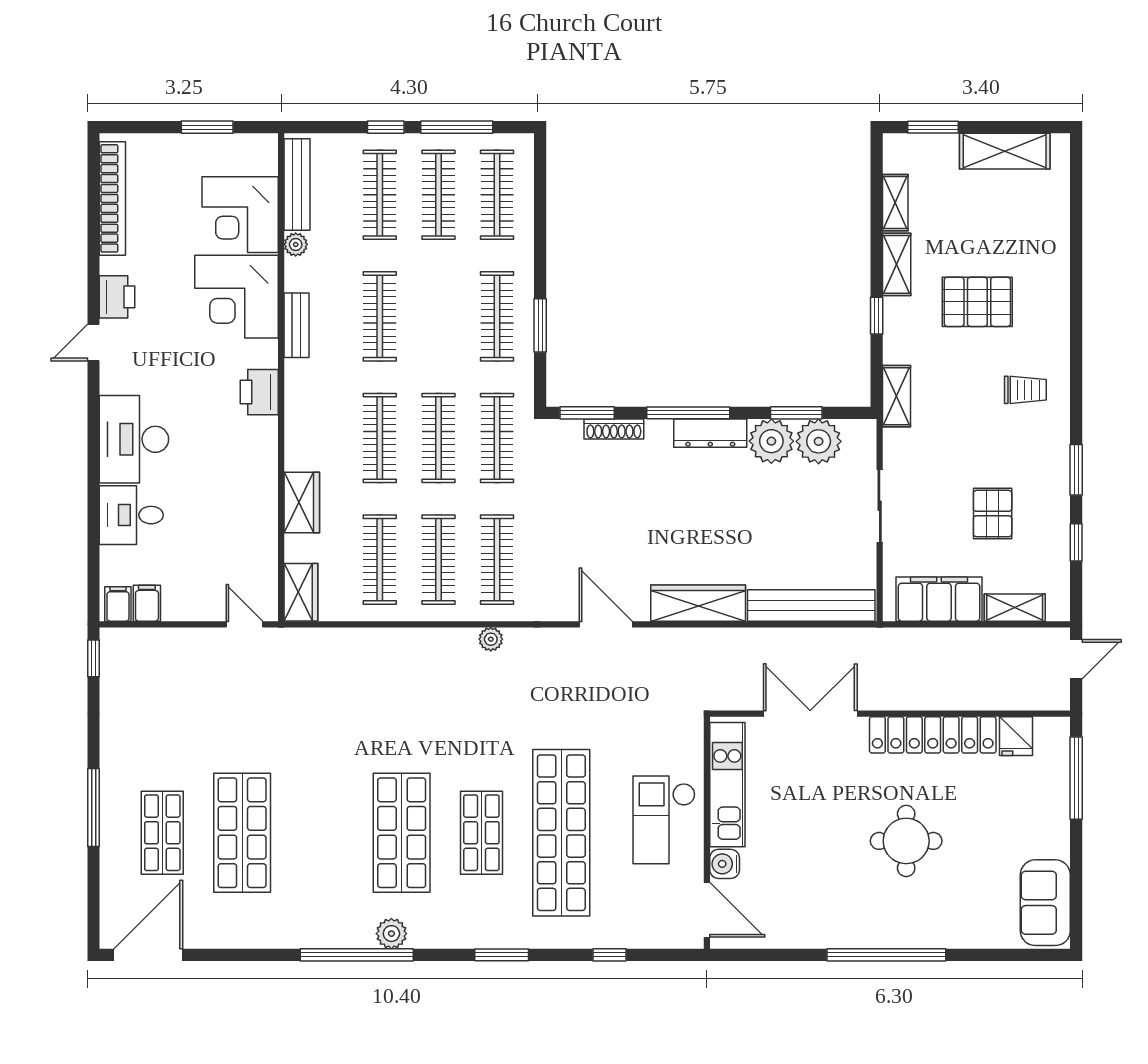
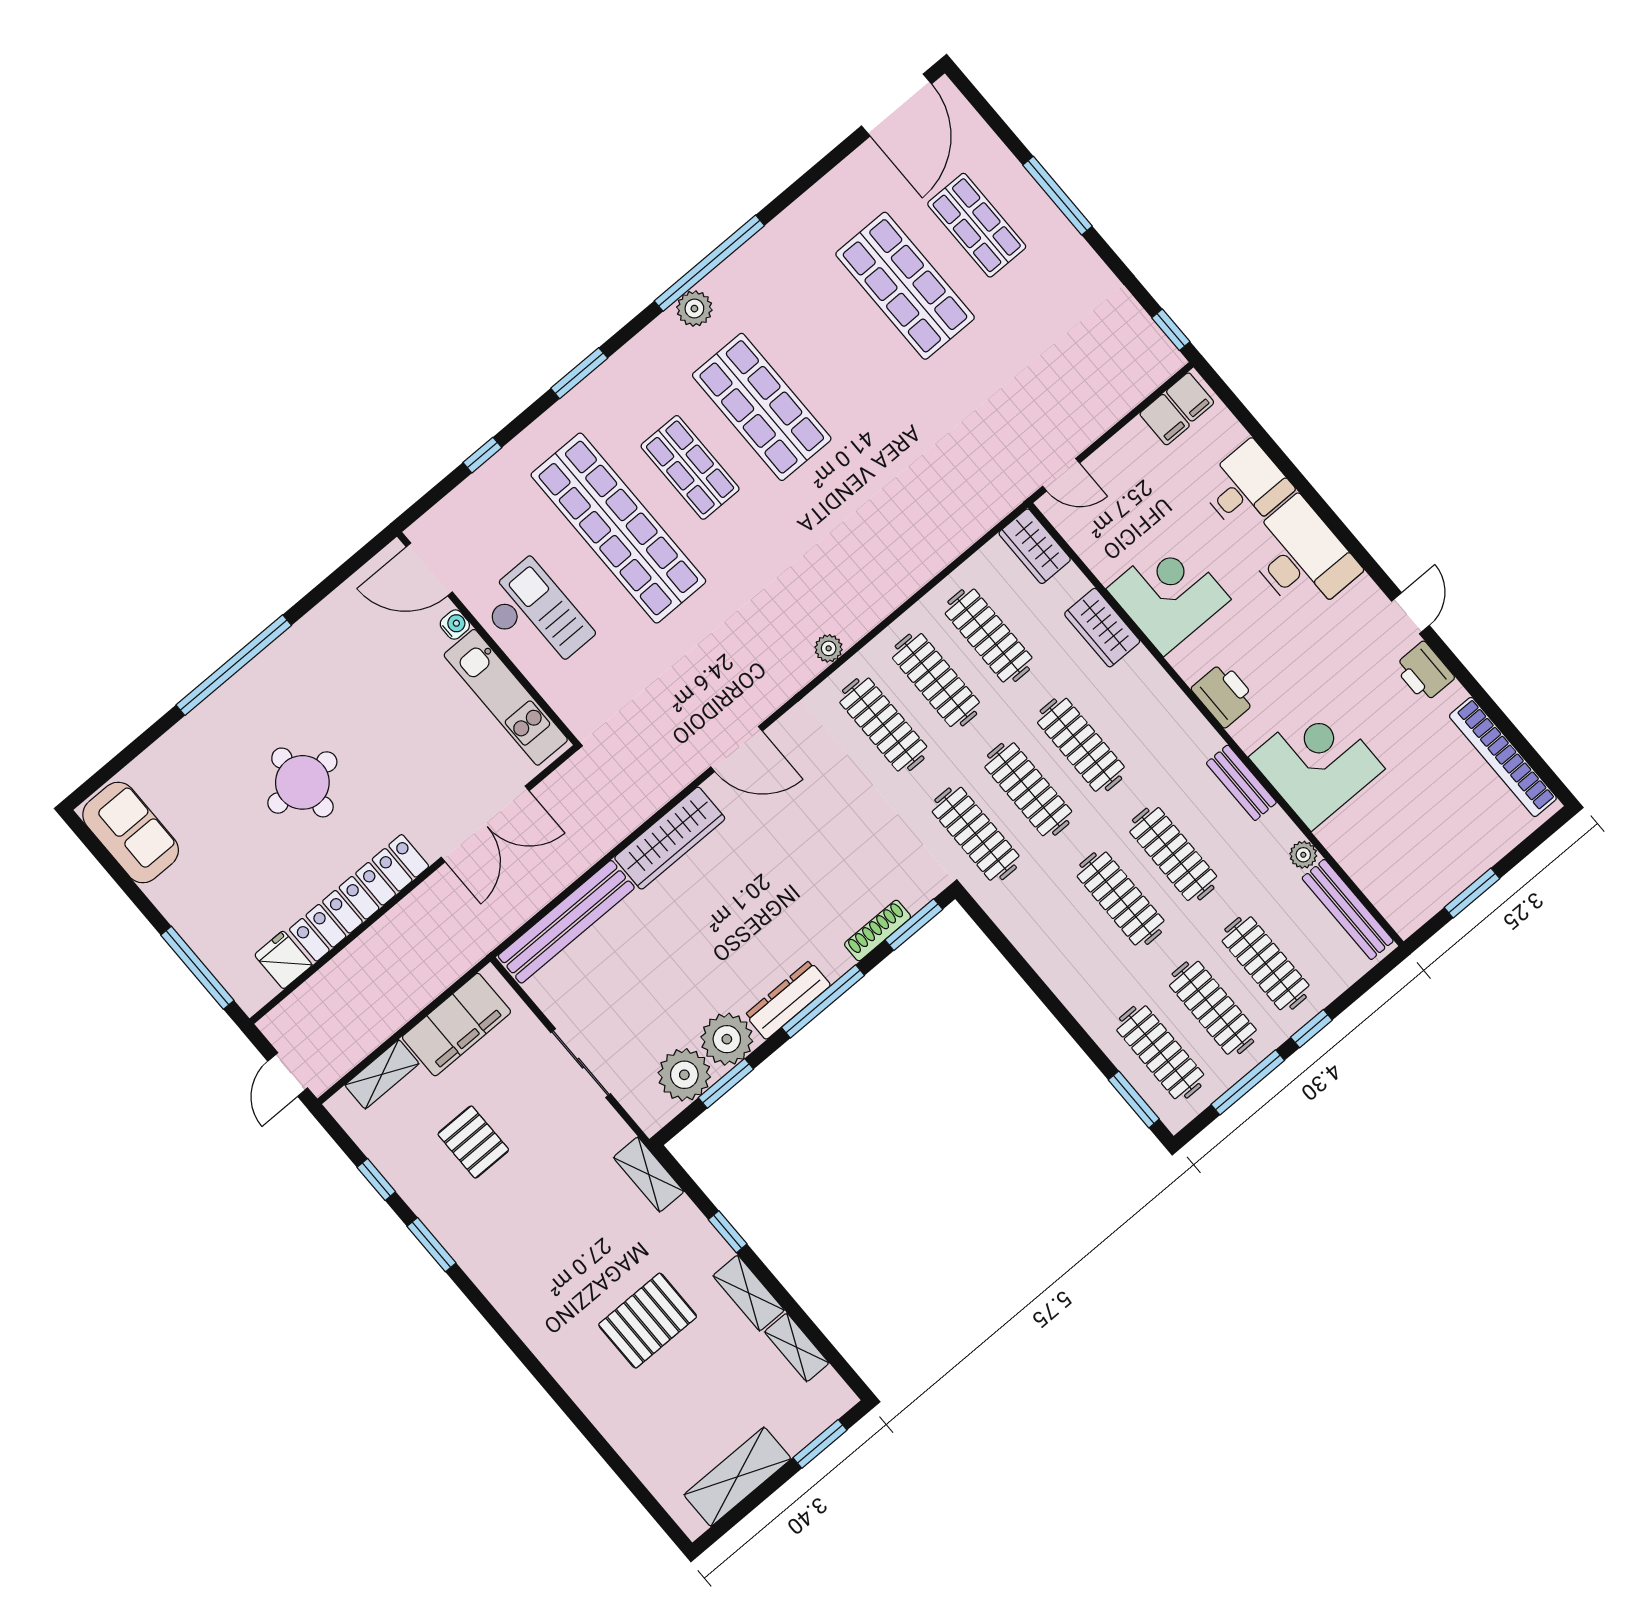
corner desk: (240, 215) -> (1169, 594), moved
clothes rail: (497, 316) -> (1121, 899), moved
window: (540, 325) -> (1134, 1099), moved
trolley: (1025, 390) -> (538, 1278), removed
water cooler: (725, 864) -> (455, 625), width x0.72, depth x0.72

